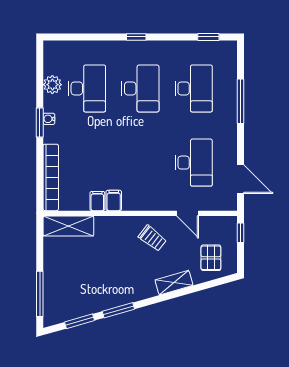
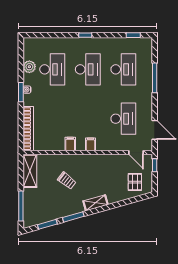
filing cabinet: (97, 201) -> (91, 144), moved
door: (188, 213) -> (136, 152), moved
shelving: (68, 226) -> (30, 171), moved, turned 90
trolley: (152, 238) -> (67, 181), moved
shelving: (174, 283) -> (95, 203), moved

